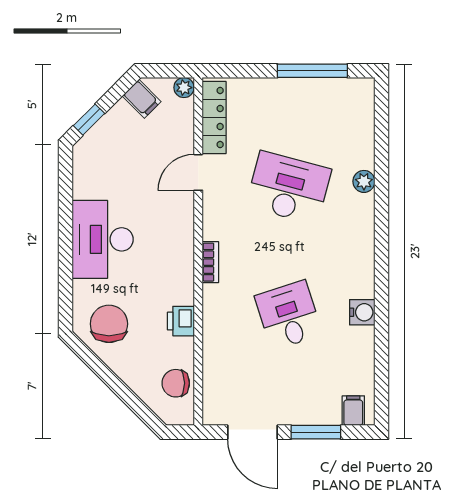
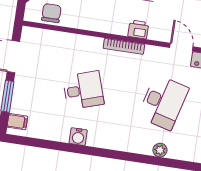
bookcase: (210, 262) -> (124, 46), width x1.56
printer: (181, 321) -> (138, 30), moved

